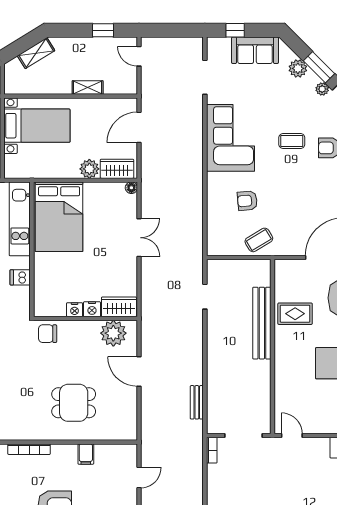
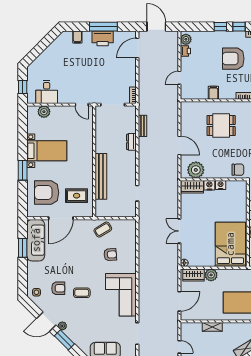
plant: (298, 68) -> (78, 339), removed
rug: (295, 314) -> (77, 196), moved
dresser: (214, 377) -> (131, 142), added

